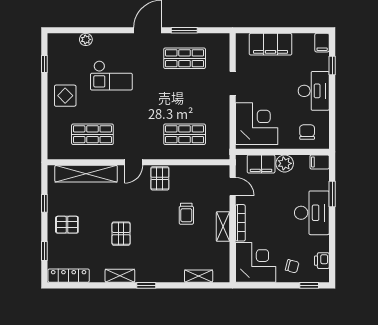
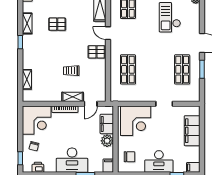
shelving: (223, 227) -> (73, 97), moved

